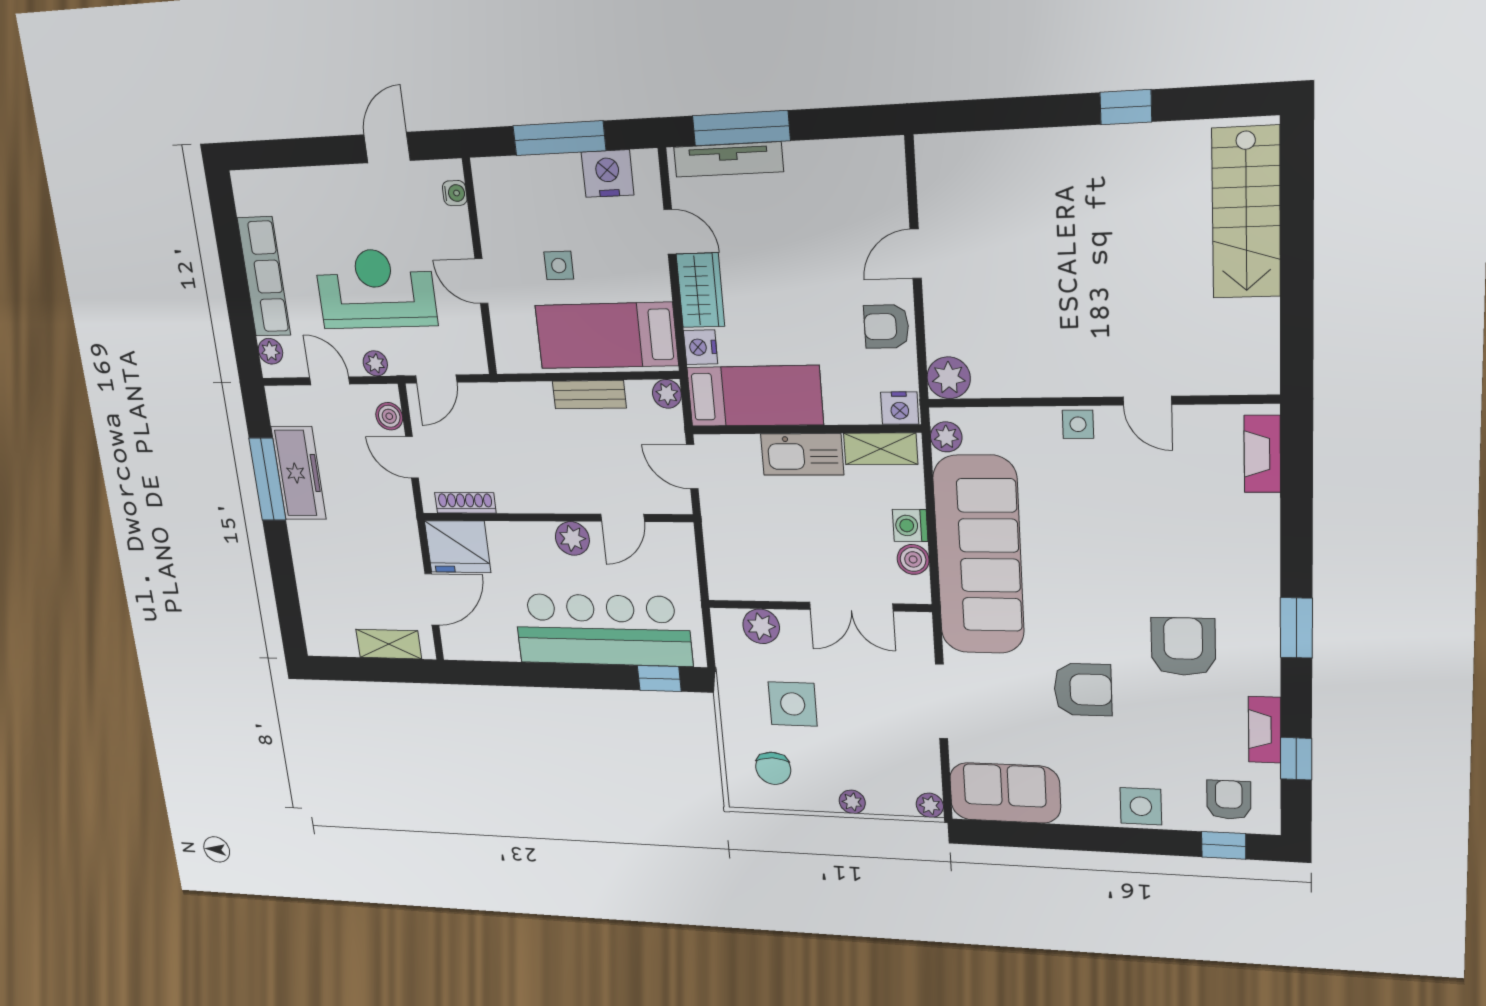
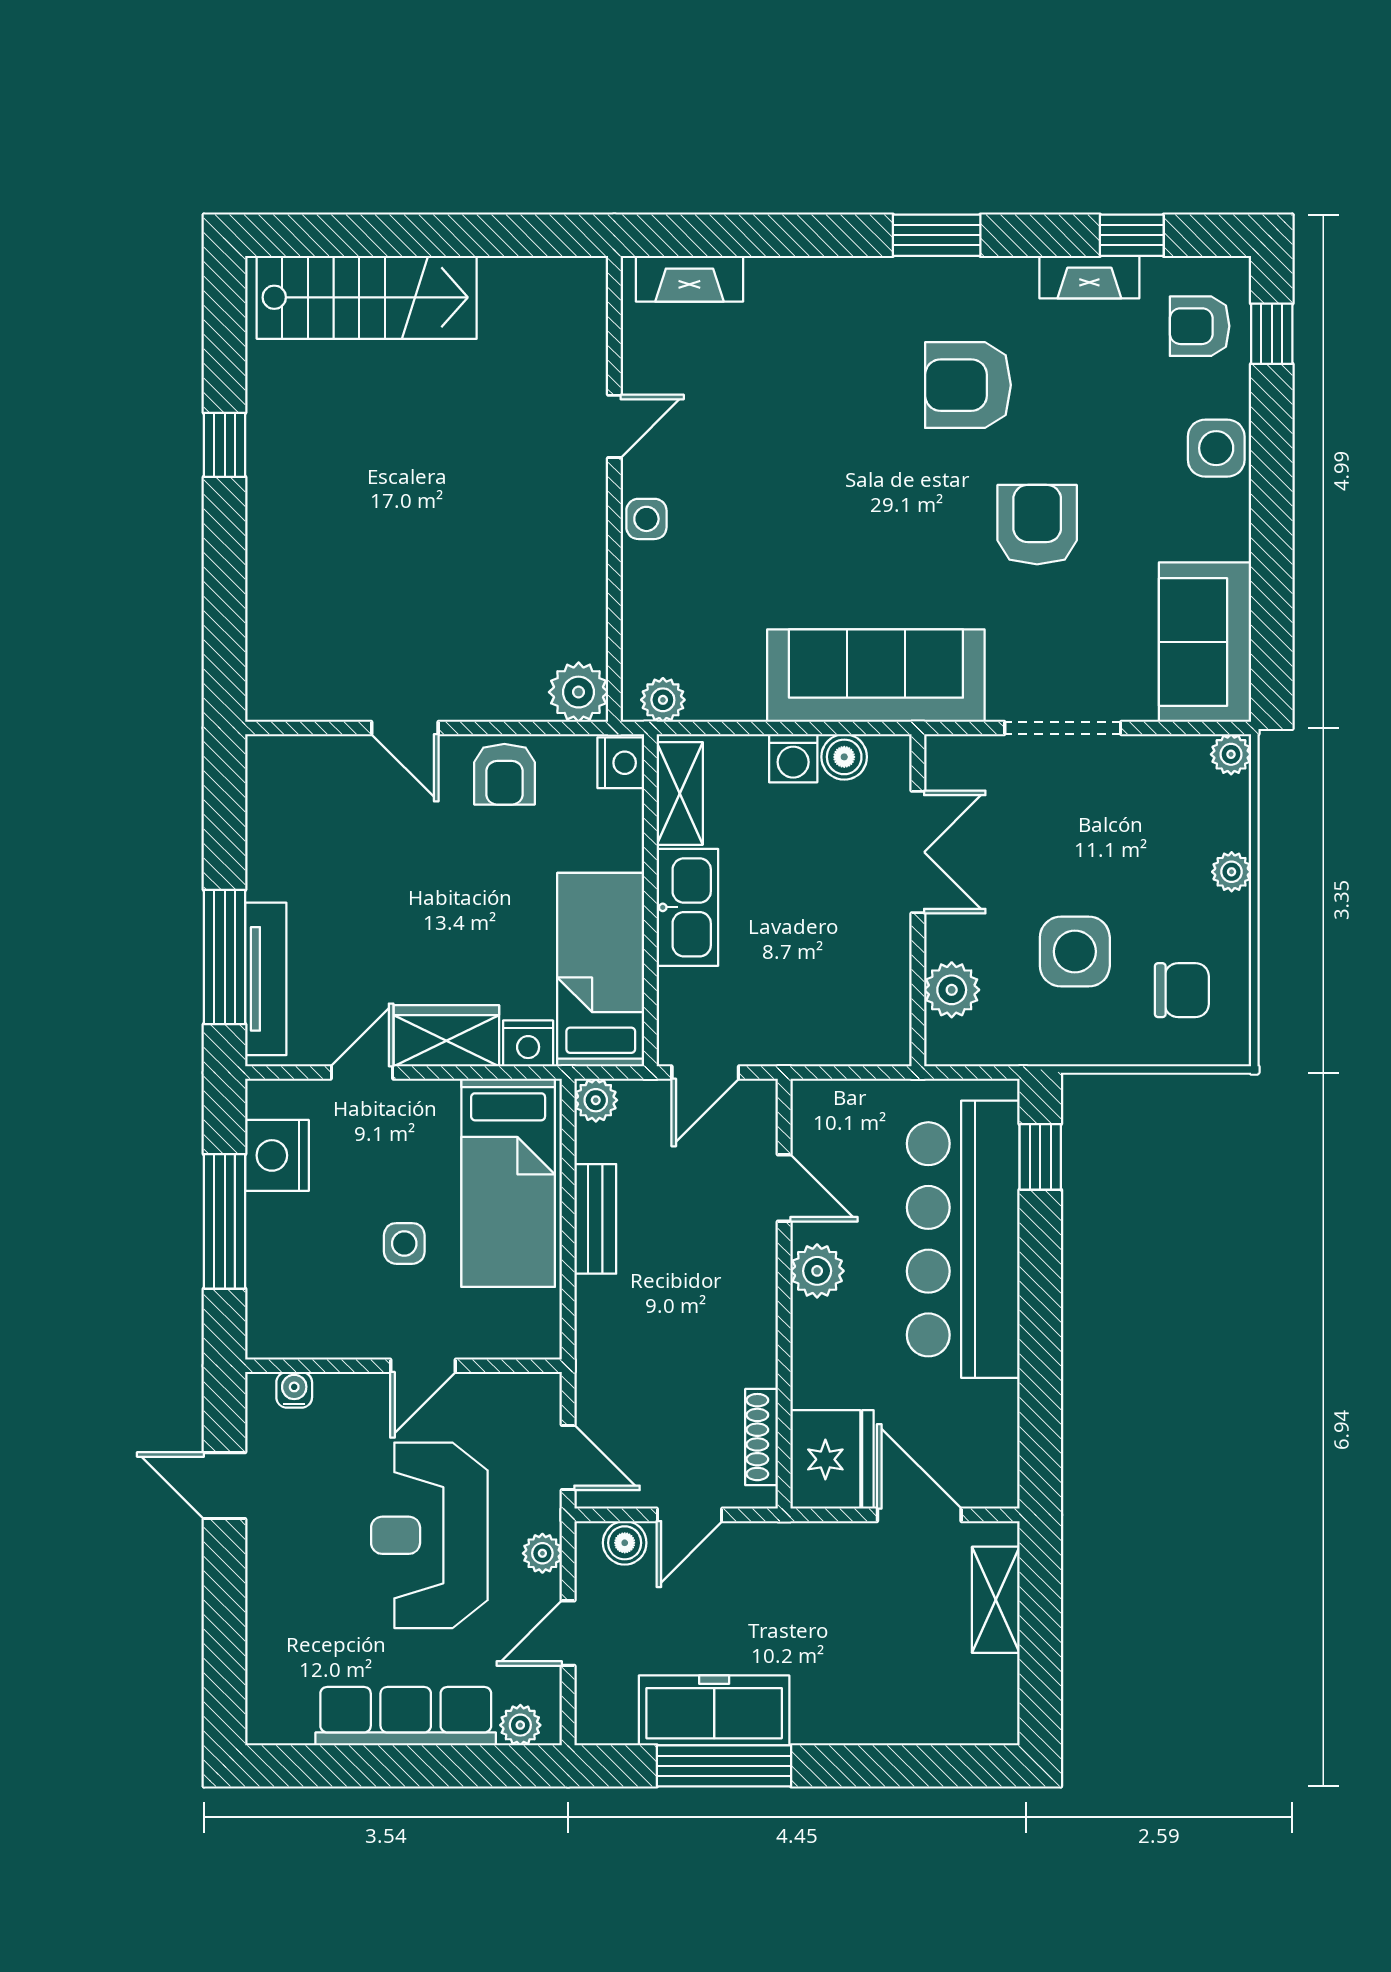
sofa: (979, 555) -> (876, 676), width x0.74, depth x0.79

